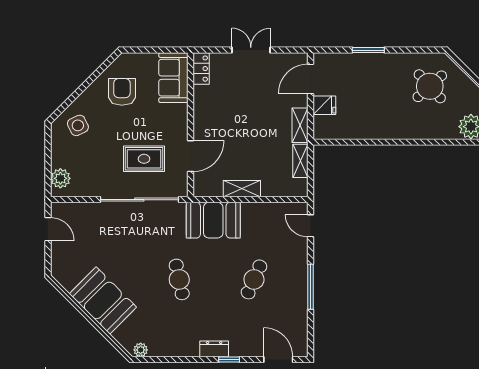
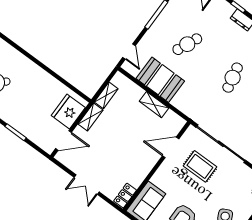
fridge: (324, 105) -> (68, 111), width x1.88, depth x1.34
booth: (213, 220) -> (160, 80), moved

